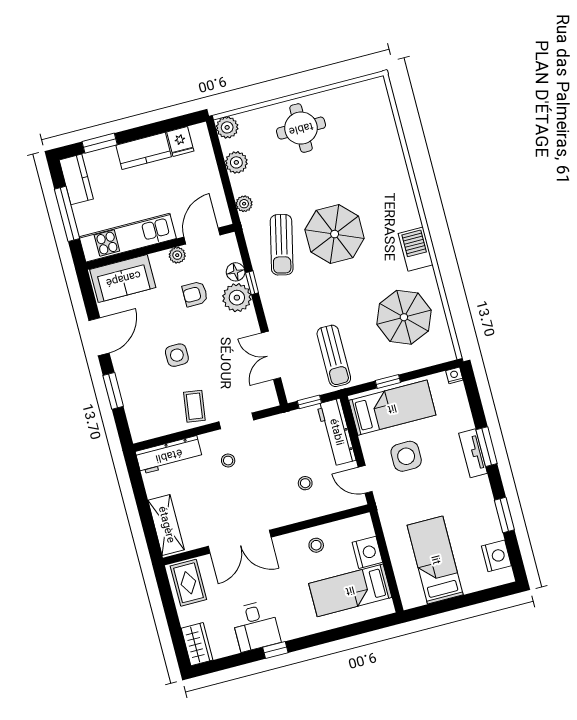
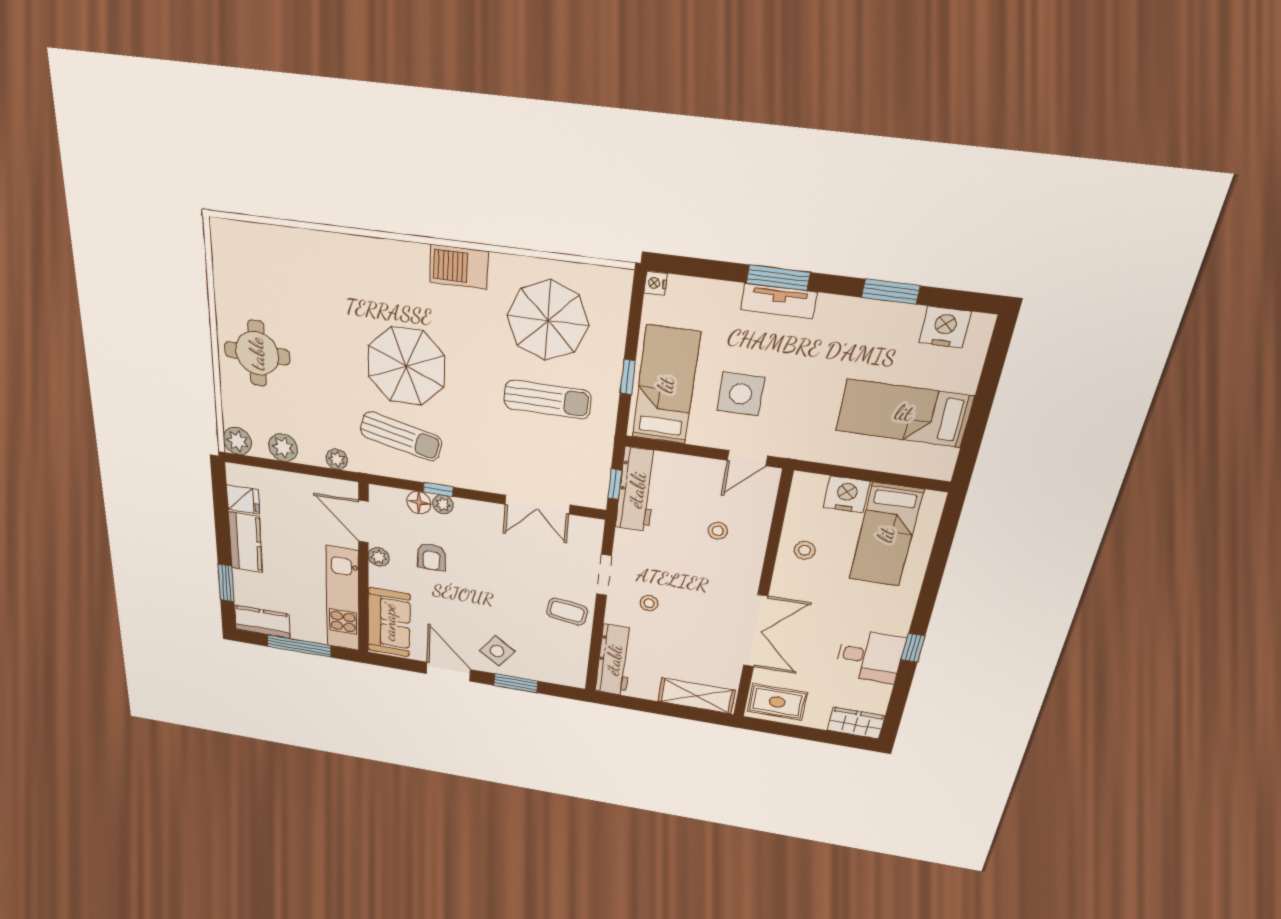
plant: (237, 298) -> (443, 504), width x0.53, depth x0.53
side table: (177, 355) -> (497, 651), moved, turned 36
sun lounger: (334, 356) -> (547, 400), moved
workbench: (336, 432) -> (637, 490), moved, turned -90

